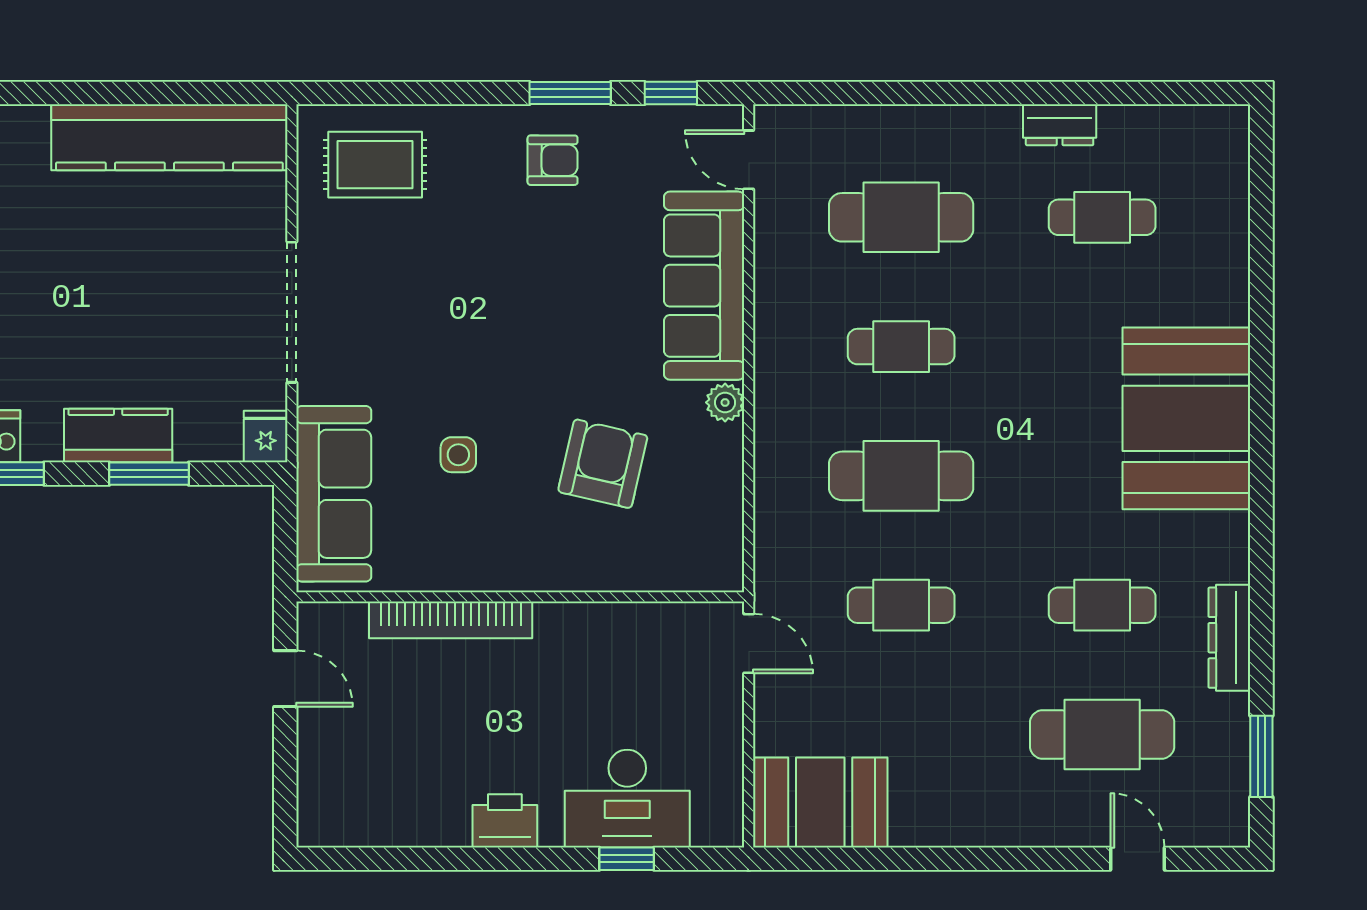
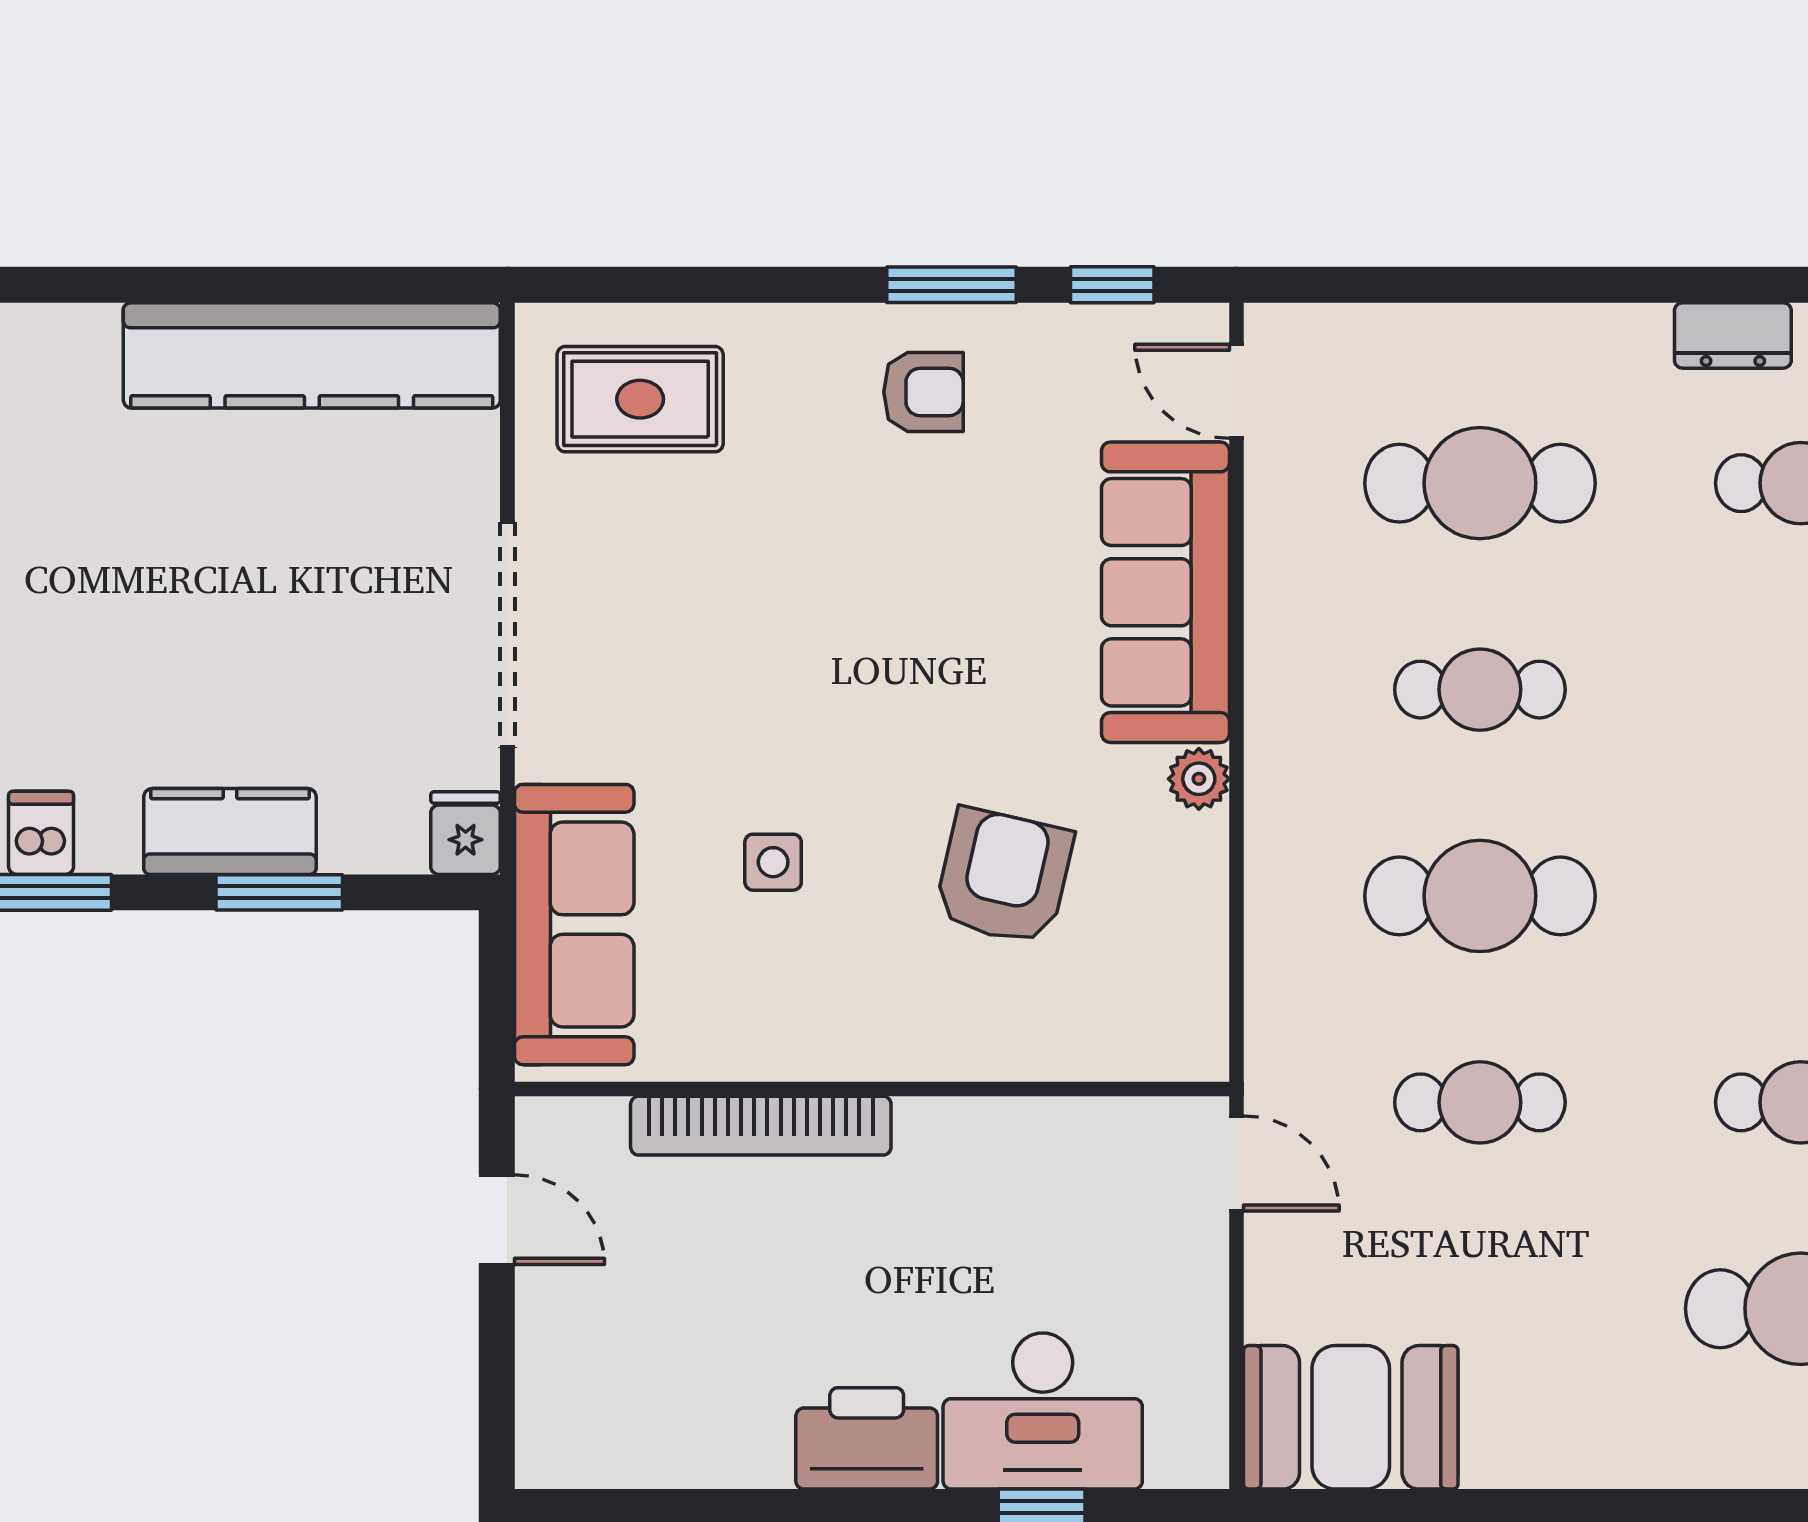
printer: (505, 821) -> (867, 1438), width x1.37, depth x1.19

